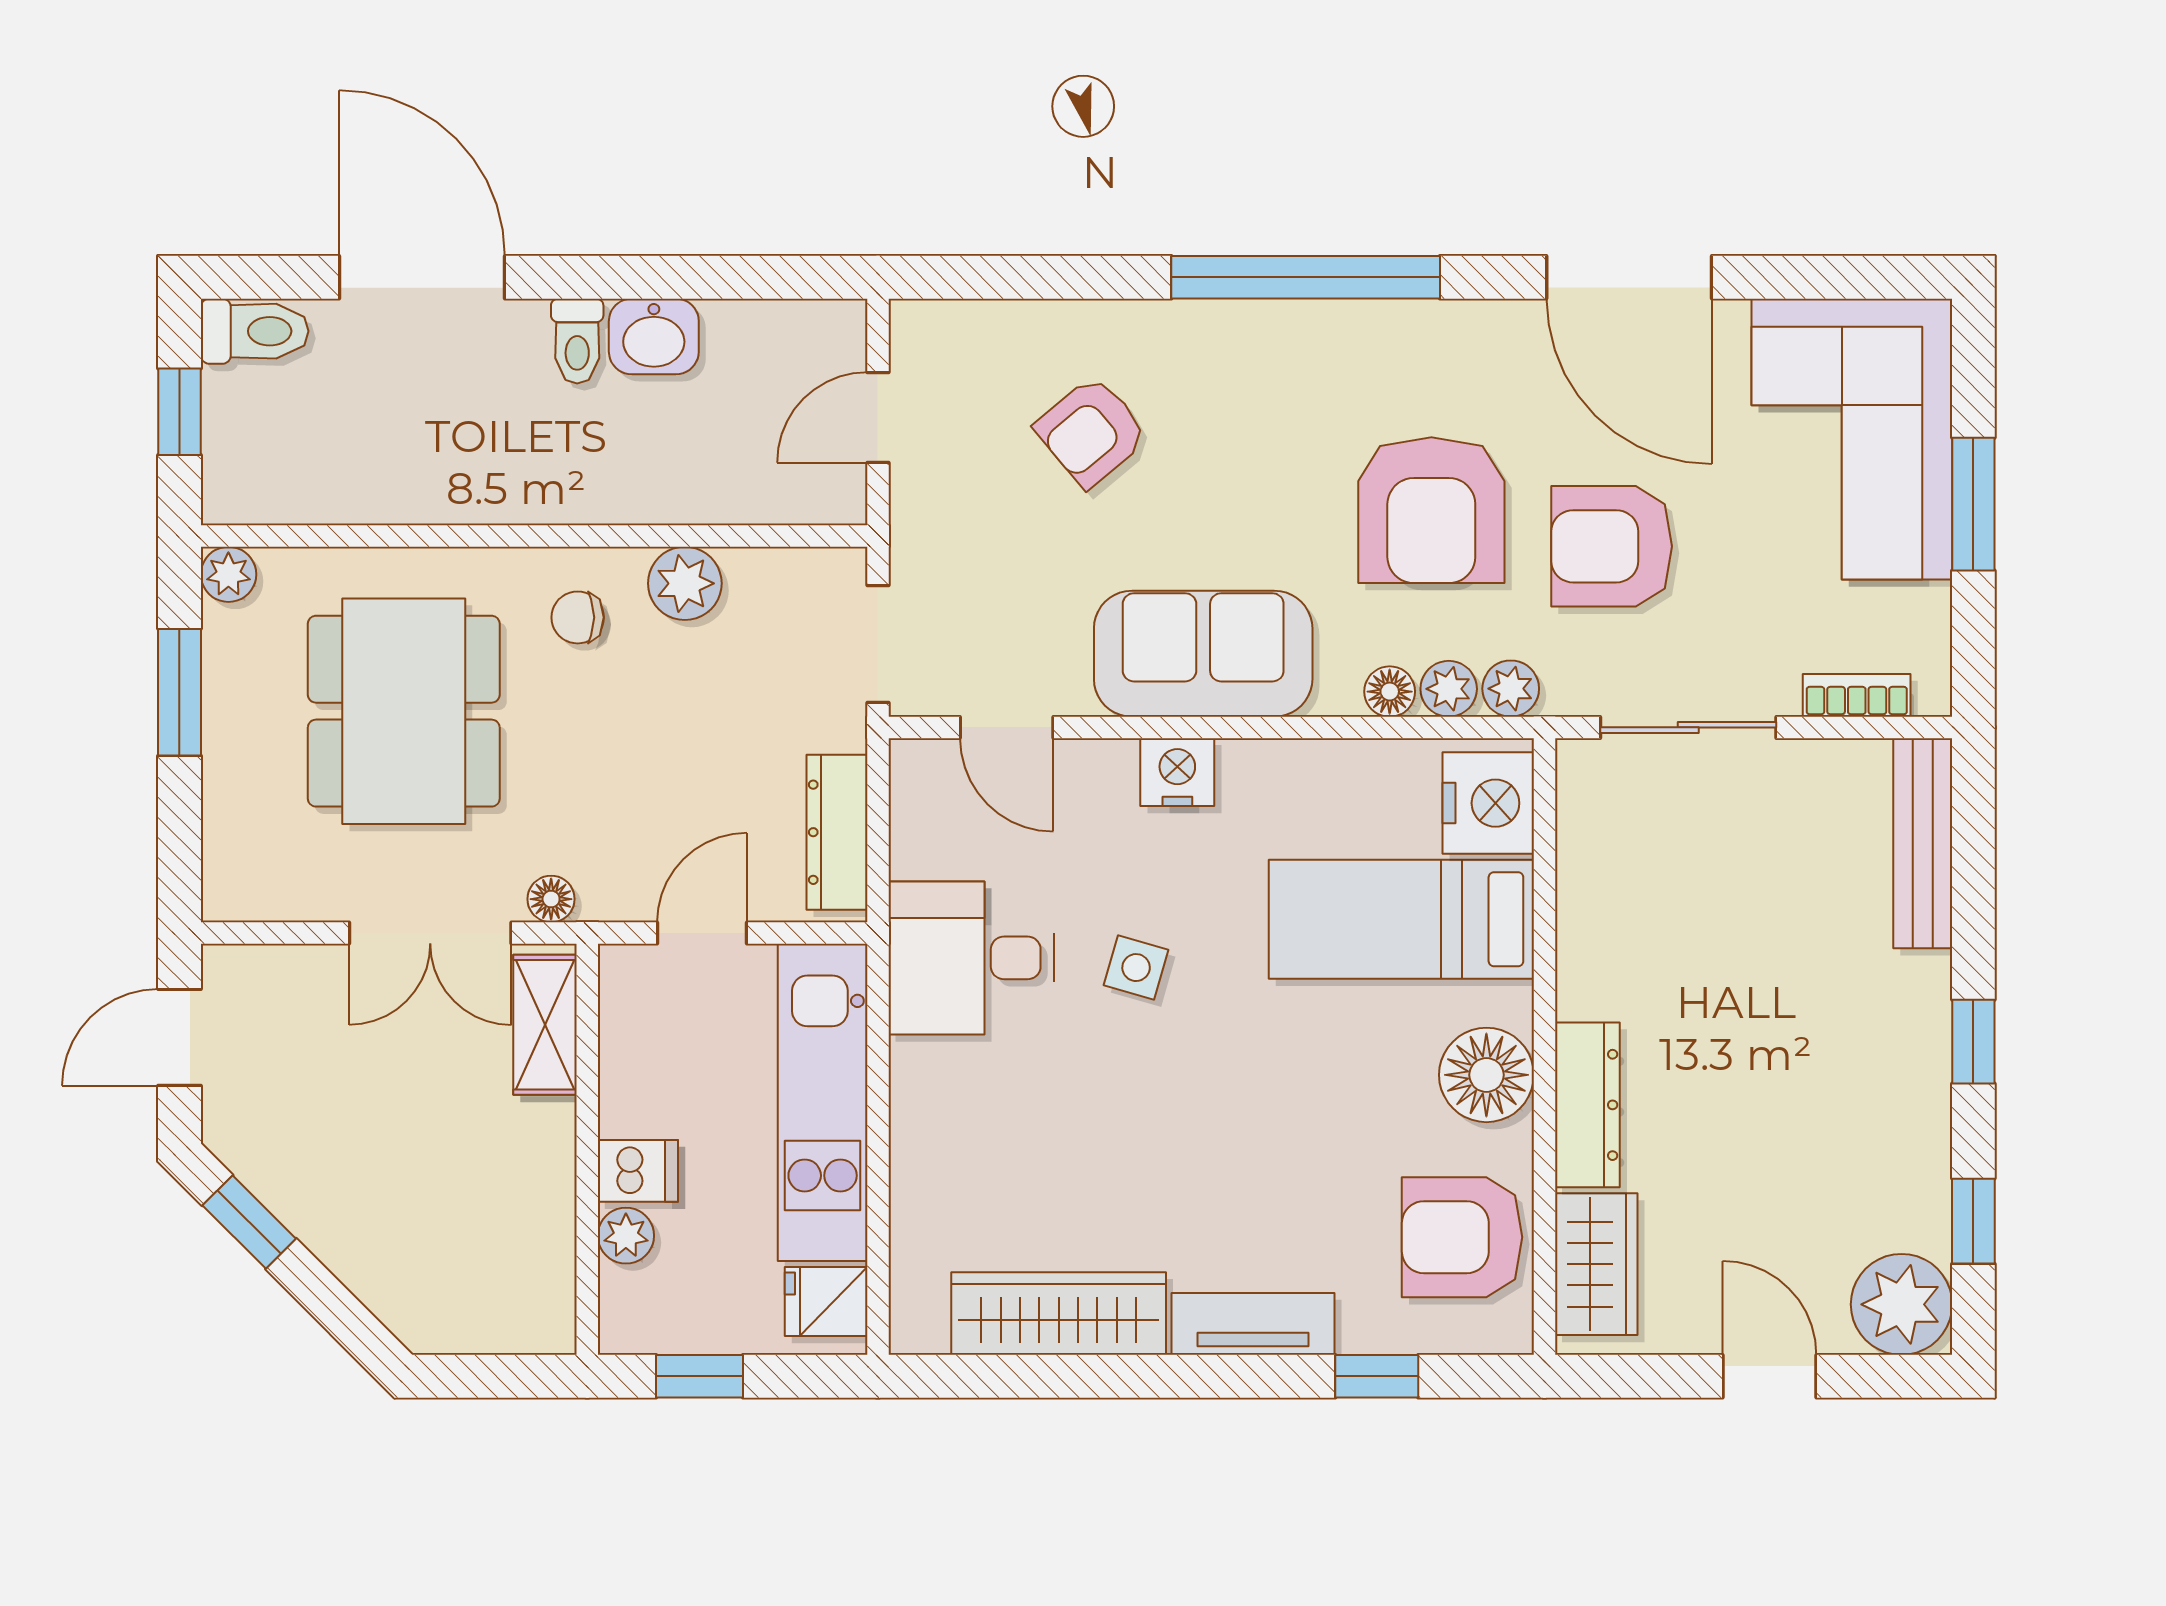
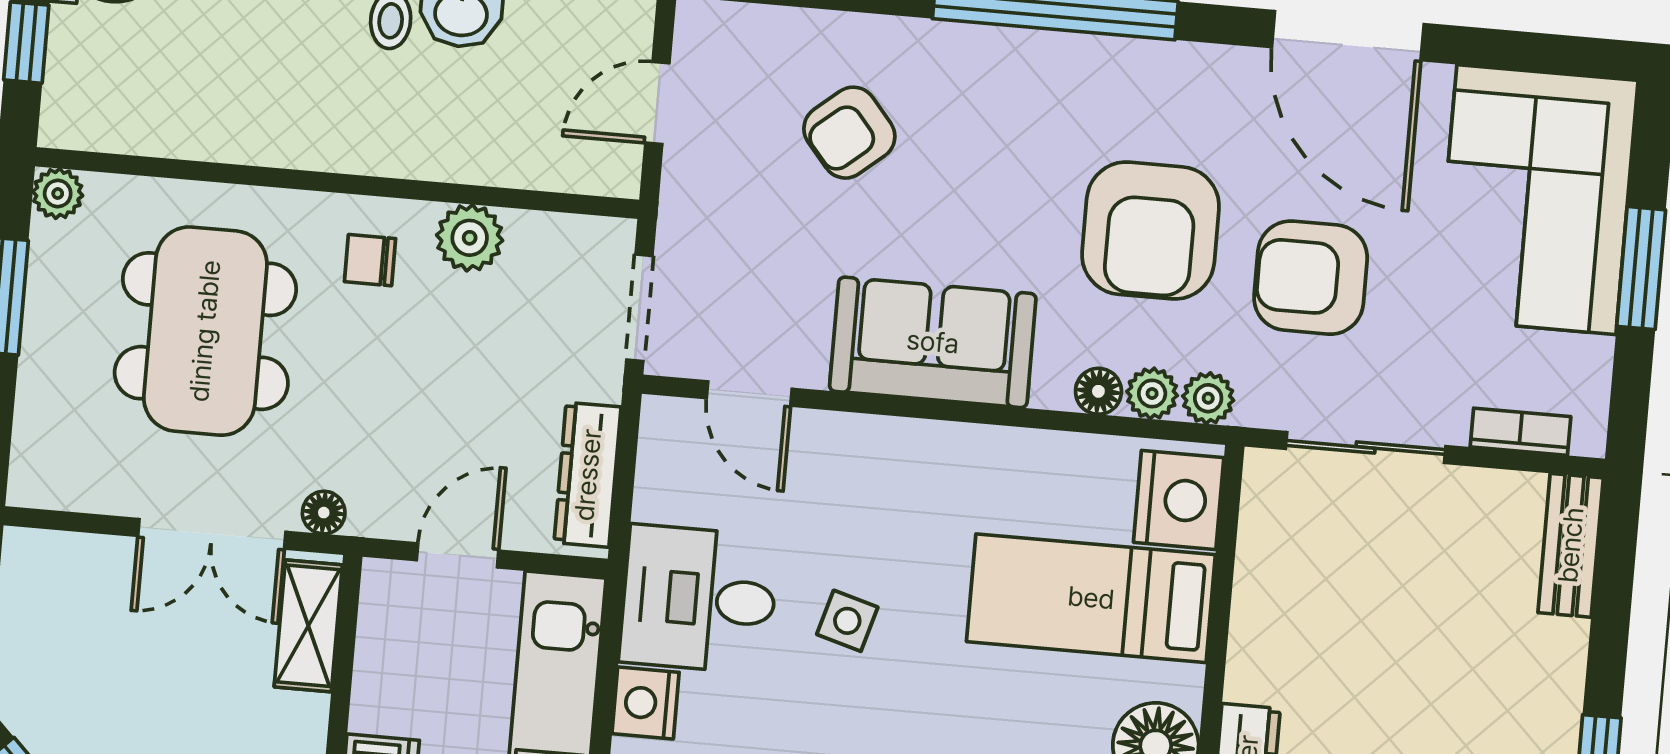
nightstand: (1177, 772) -> (646, 703), moved, turned -90
bench: (1923, 843) -> (1571, 545), width x0.73

